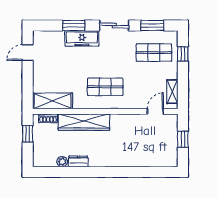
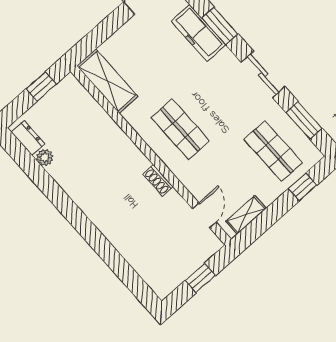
freezer: (82, 38) -> (198, 33), moved
door: (155, 111) -> (204, 215), hinge flipped
shoe rack: (48, 118) -> (158, 180), moved
wardrobe: (84, 122) -> (115, 141), removed
dresser: (78, 161) -> (28, 138), moved

